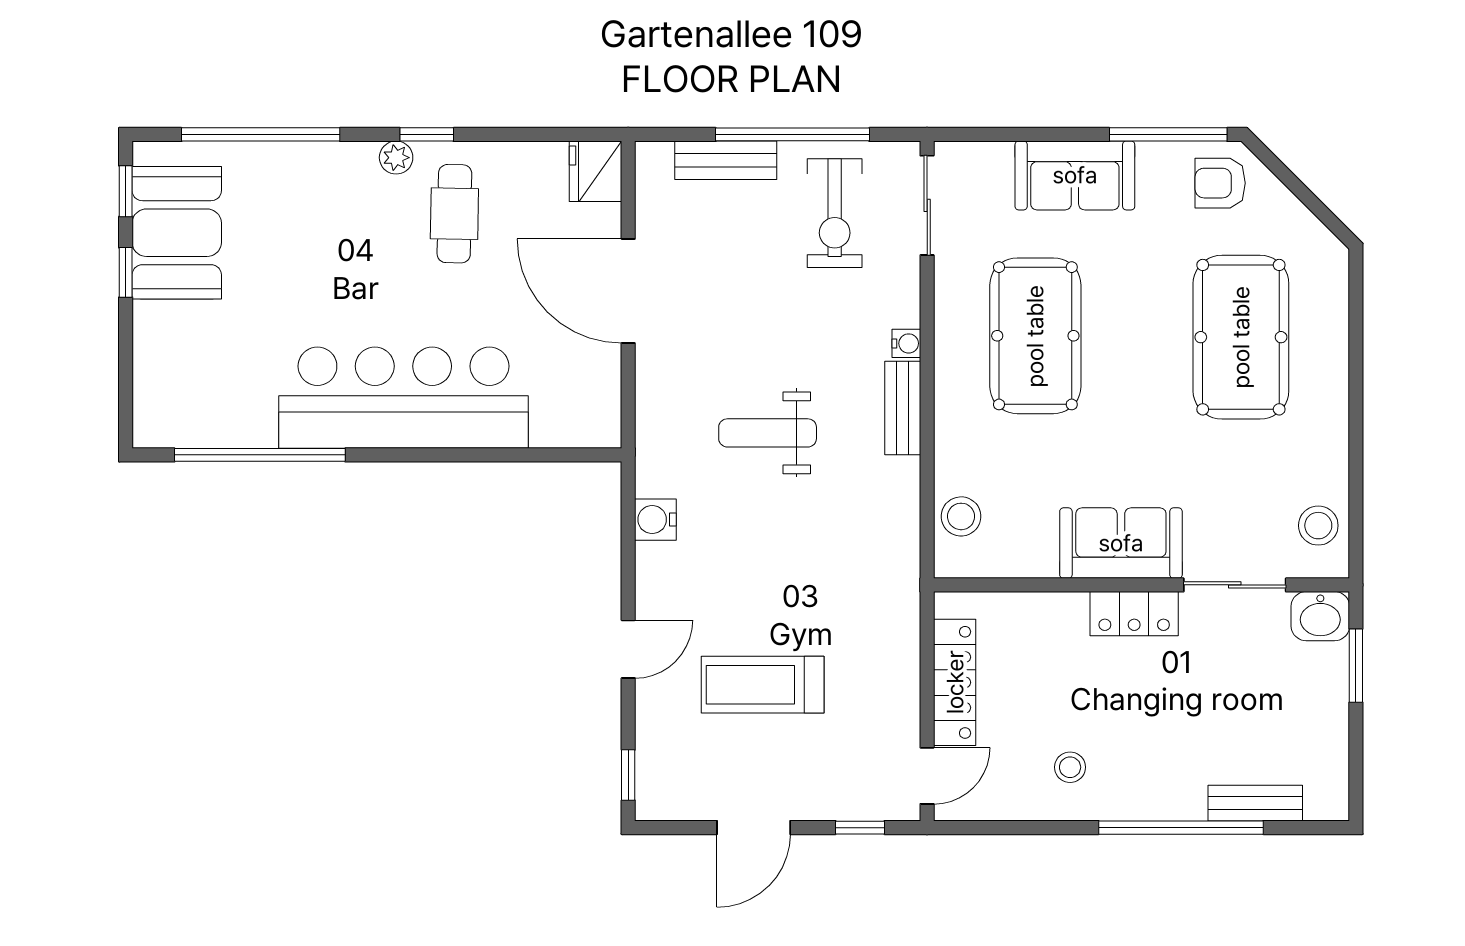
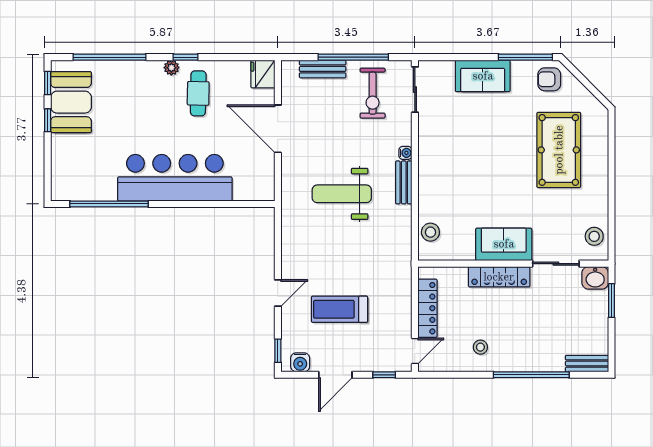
pool table: (1035, 336) -> (465, 149), removed
weight bench: (768, 433) -> (342, 194), width x1.36, depth x1.33
water cooler: (655, 520) -> (300, 362), moved, turned -90
locker: (1134, 614) -> (499, 277), width x1.53
bench: (1255, 803) -> (587, 364), moved

